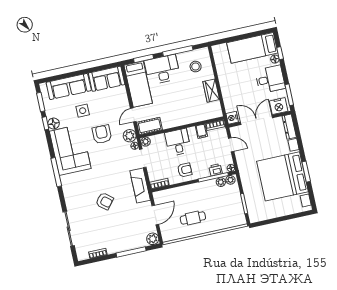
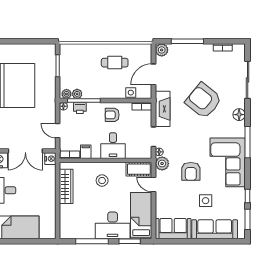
stool: (196, 67) -> (102, 181), moved
wardrobe: (211, 91) -> (66, 186), width x1.50
door: (133, 115) -> (153, 184), swing flipped
floor lamp: (54, 124) -> (239, 115), moved
plant: (146, 142) -> (147, 154), removed
side table: (172, 194) -> (131, 93), added
armchair: (105, 201) -> (204, 101), width x1.88, depth x1.88

